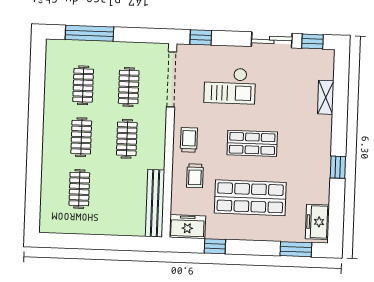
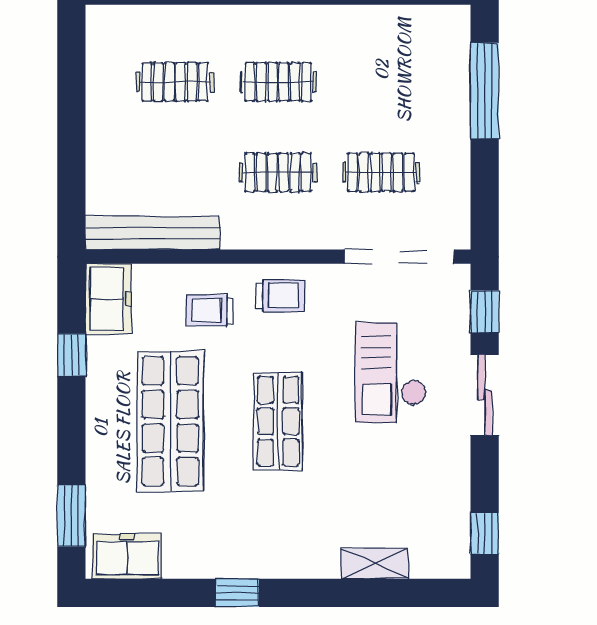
sliding door: (272, 40) -> (485, 395), moved
clothes rail: (83, 85) -> (381, 82), removed

